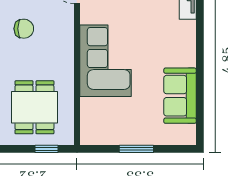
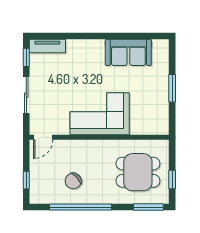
chair: (24, 29) -> (73, 181), turned -132
window: (46, 149) -> (172, 180), moved

